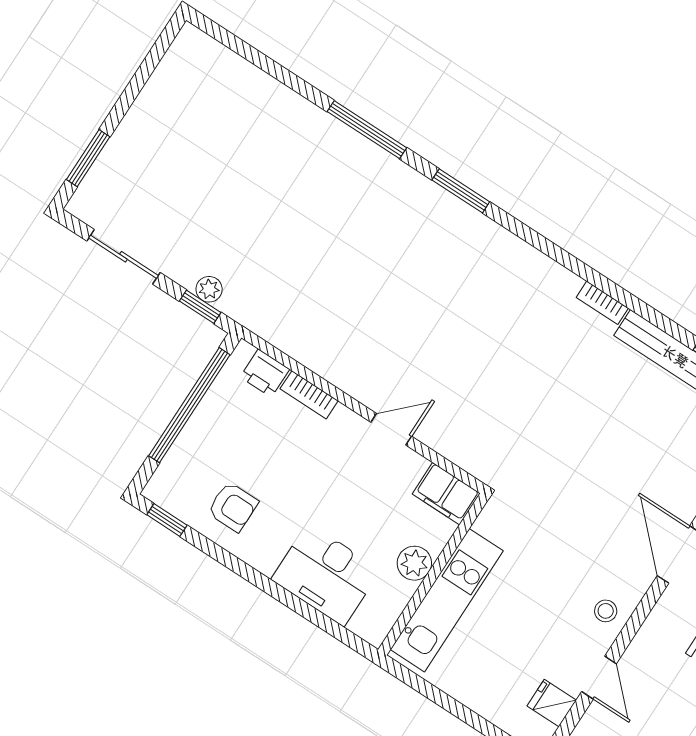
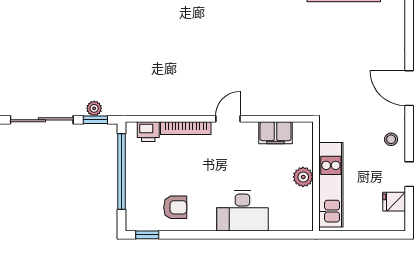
sliding door: (123, 257) -> (42, 120), width x1.37
bookcase: (309, 395) -> (186, 128), width x1.56
plant: (414, 563) -> (303, 177), moved
wall: (433, 574) -> (316, 176), moved
kitchen unit: (447, 600) -> (331, 185), moved

